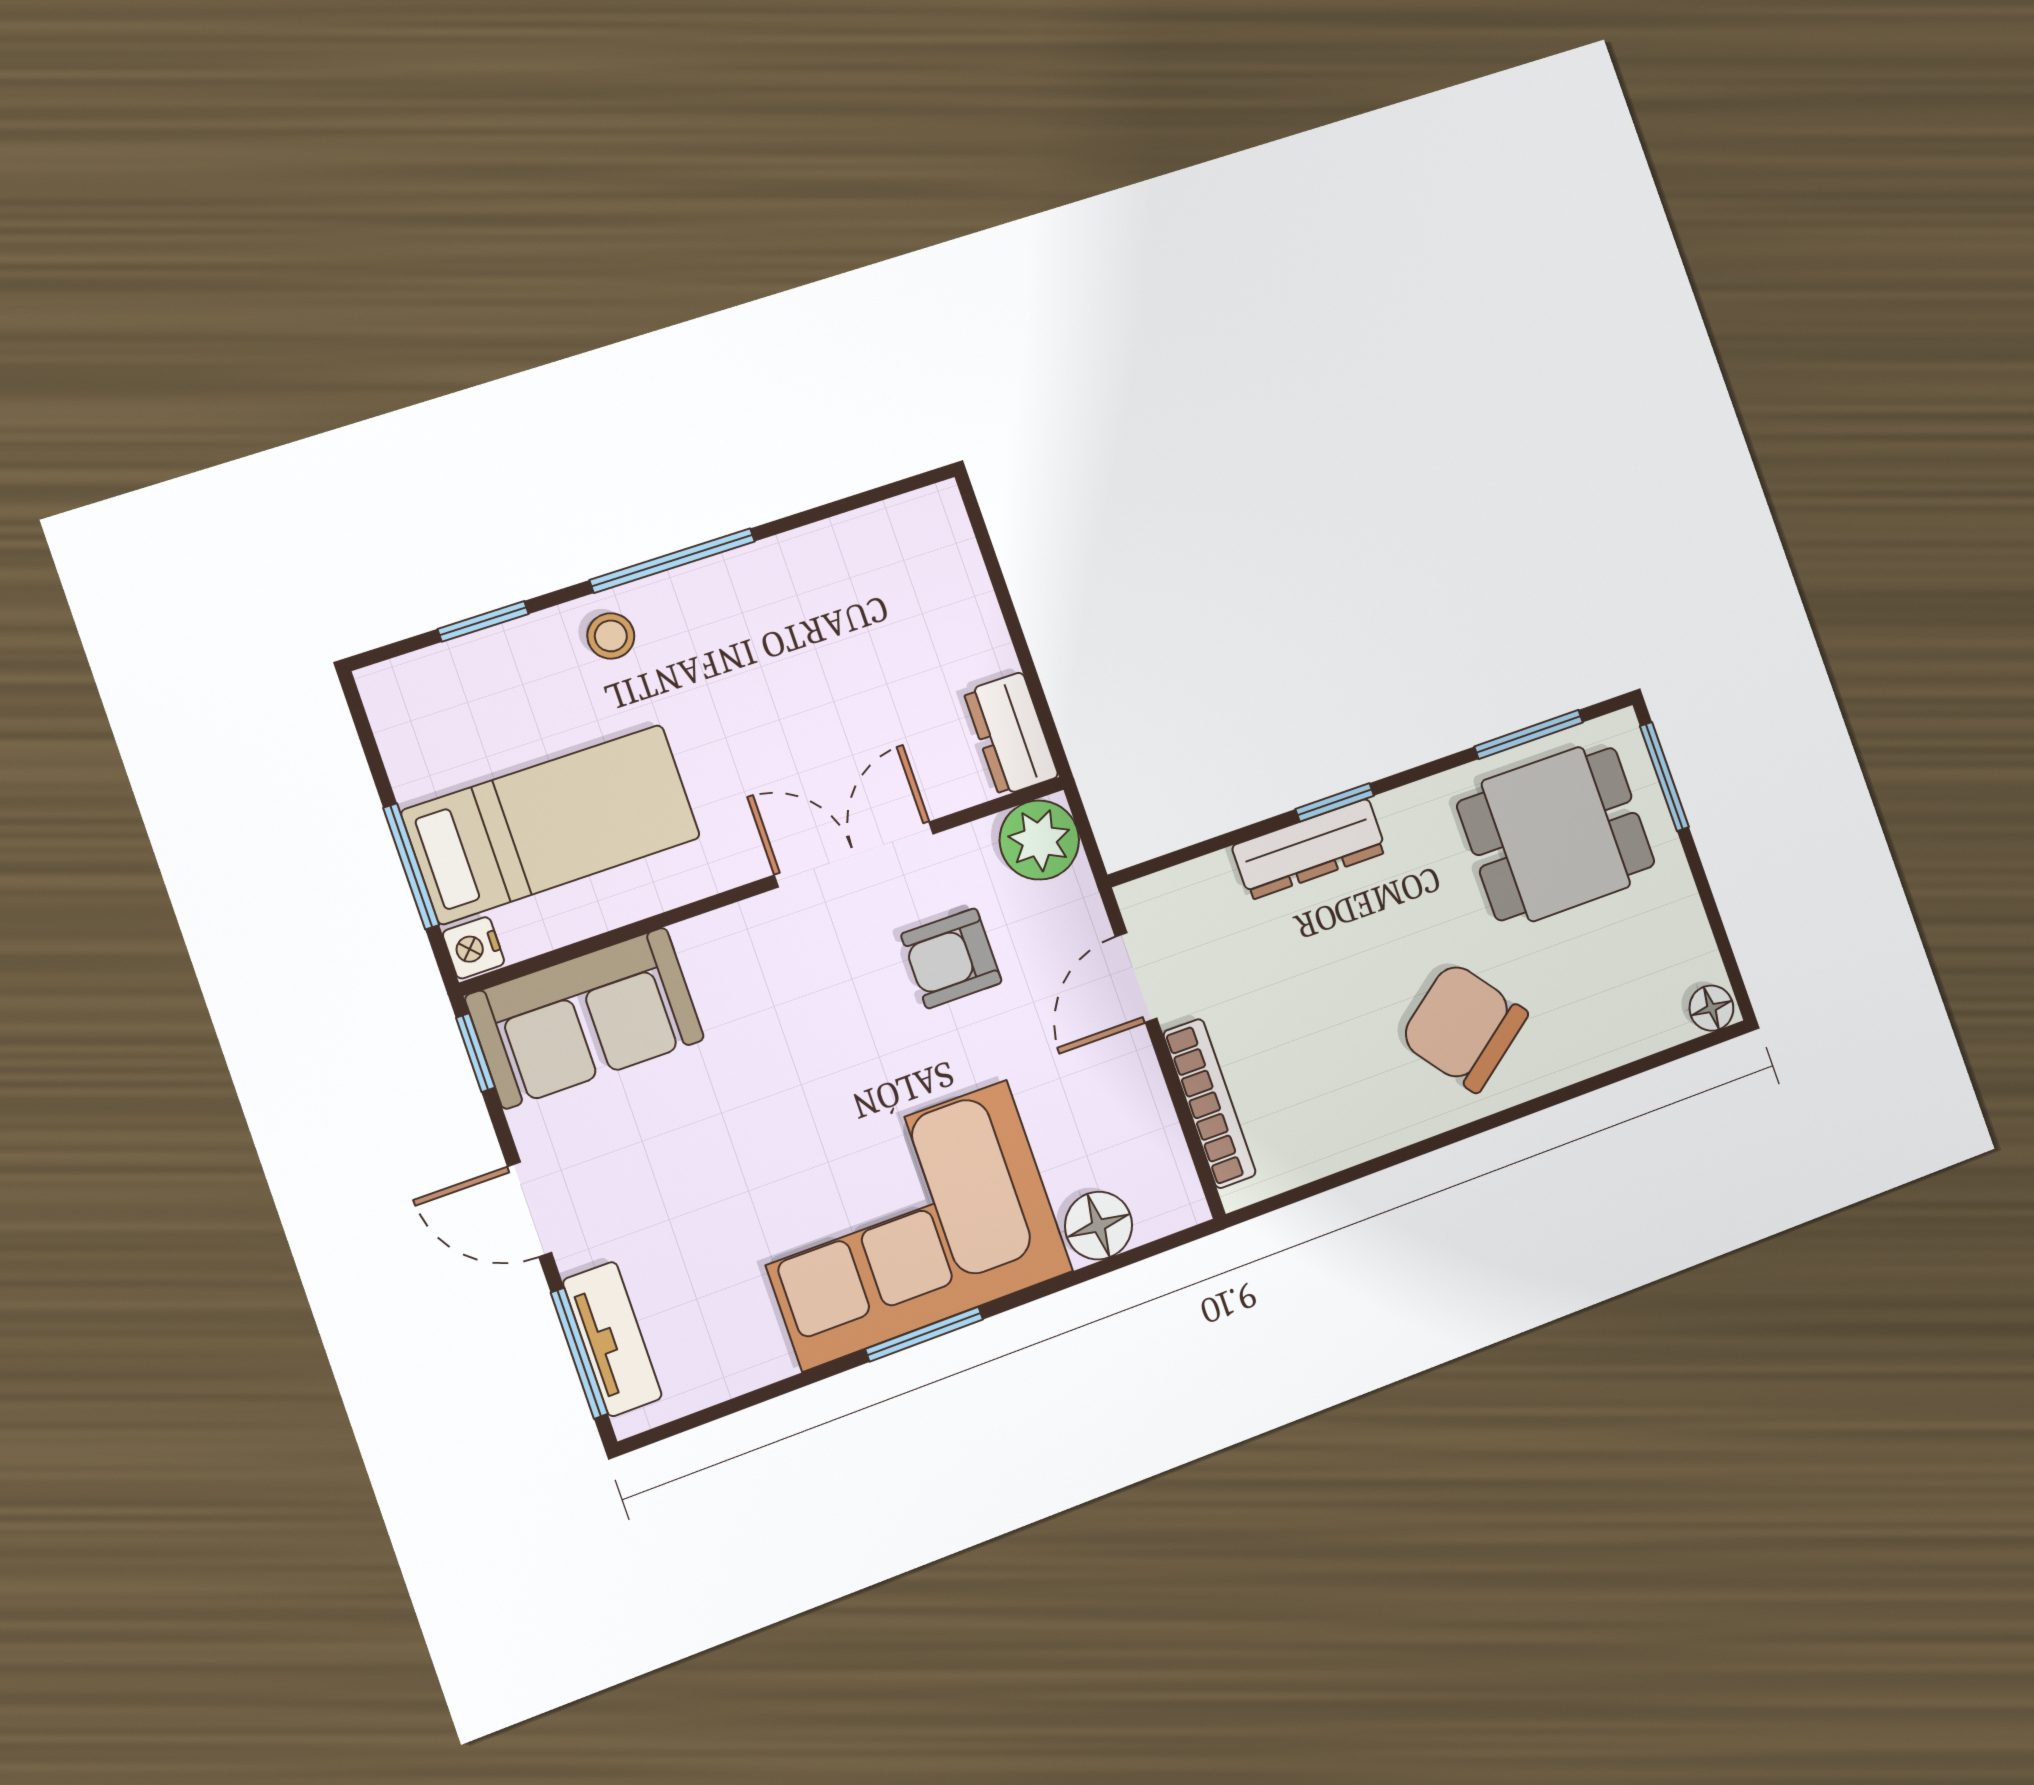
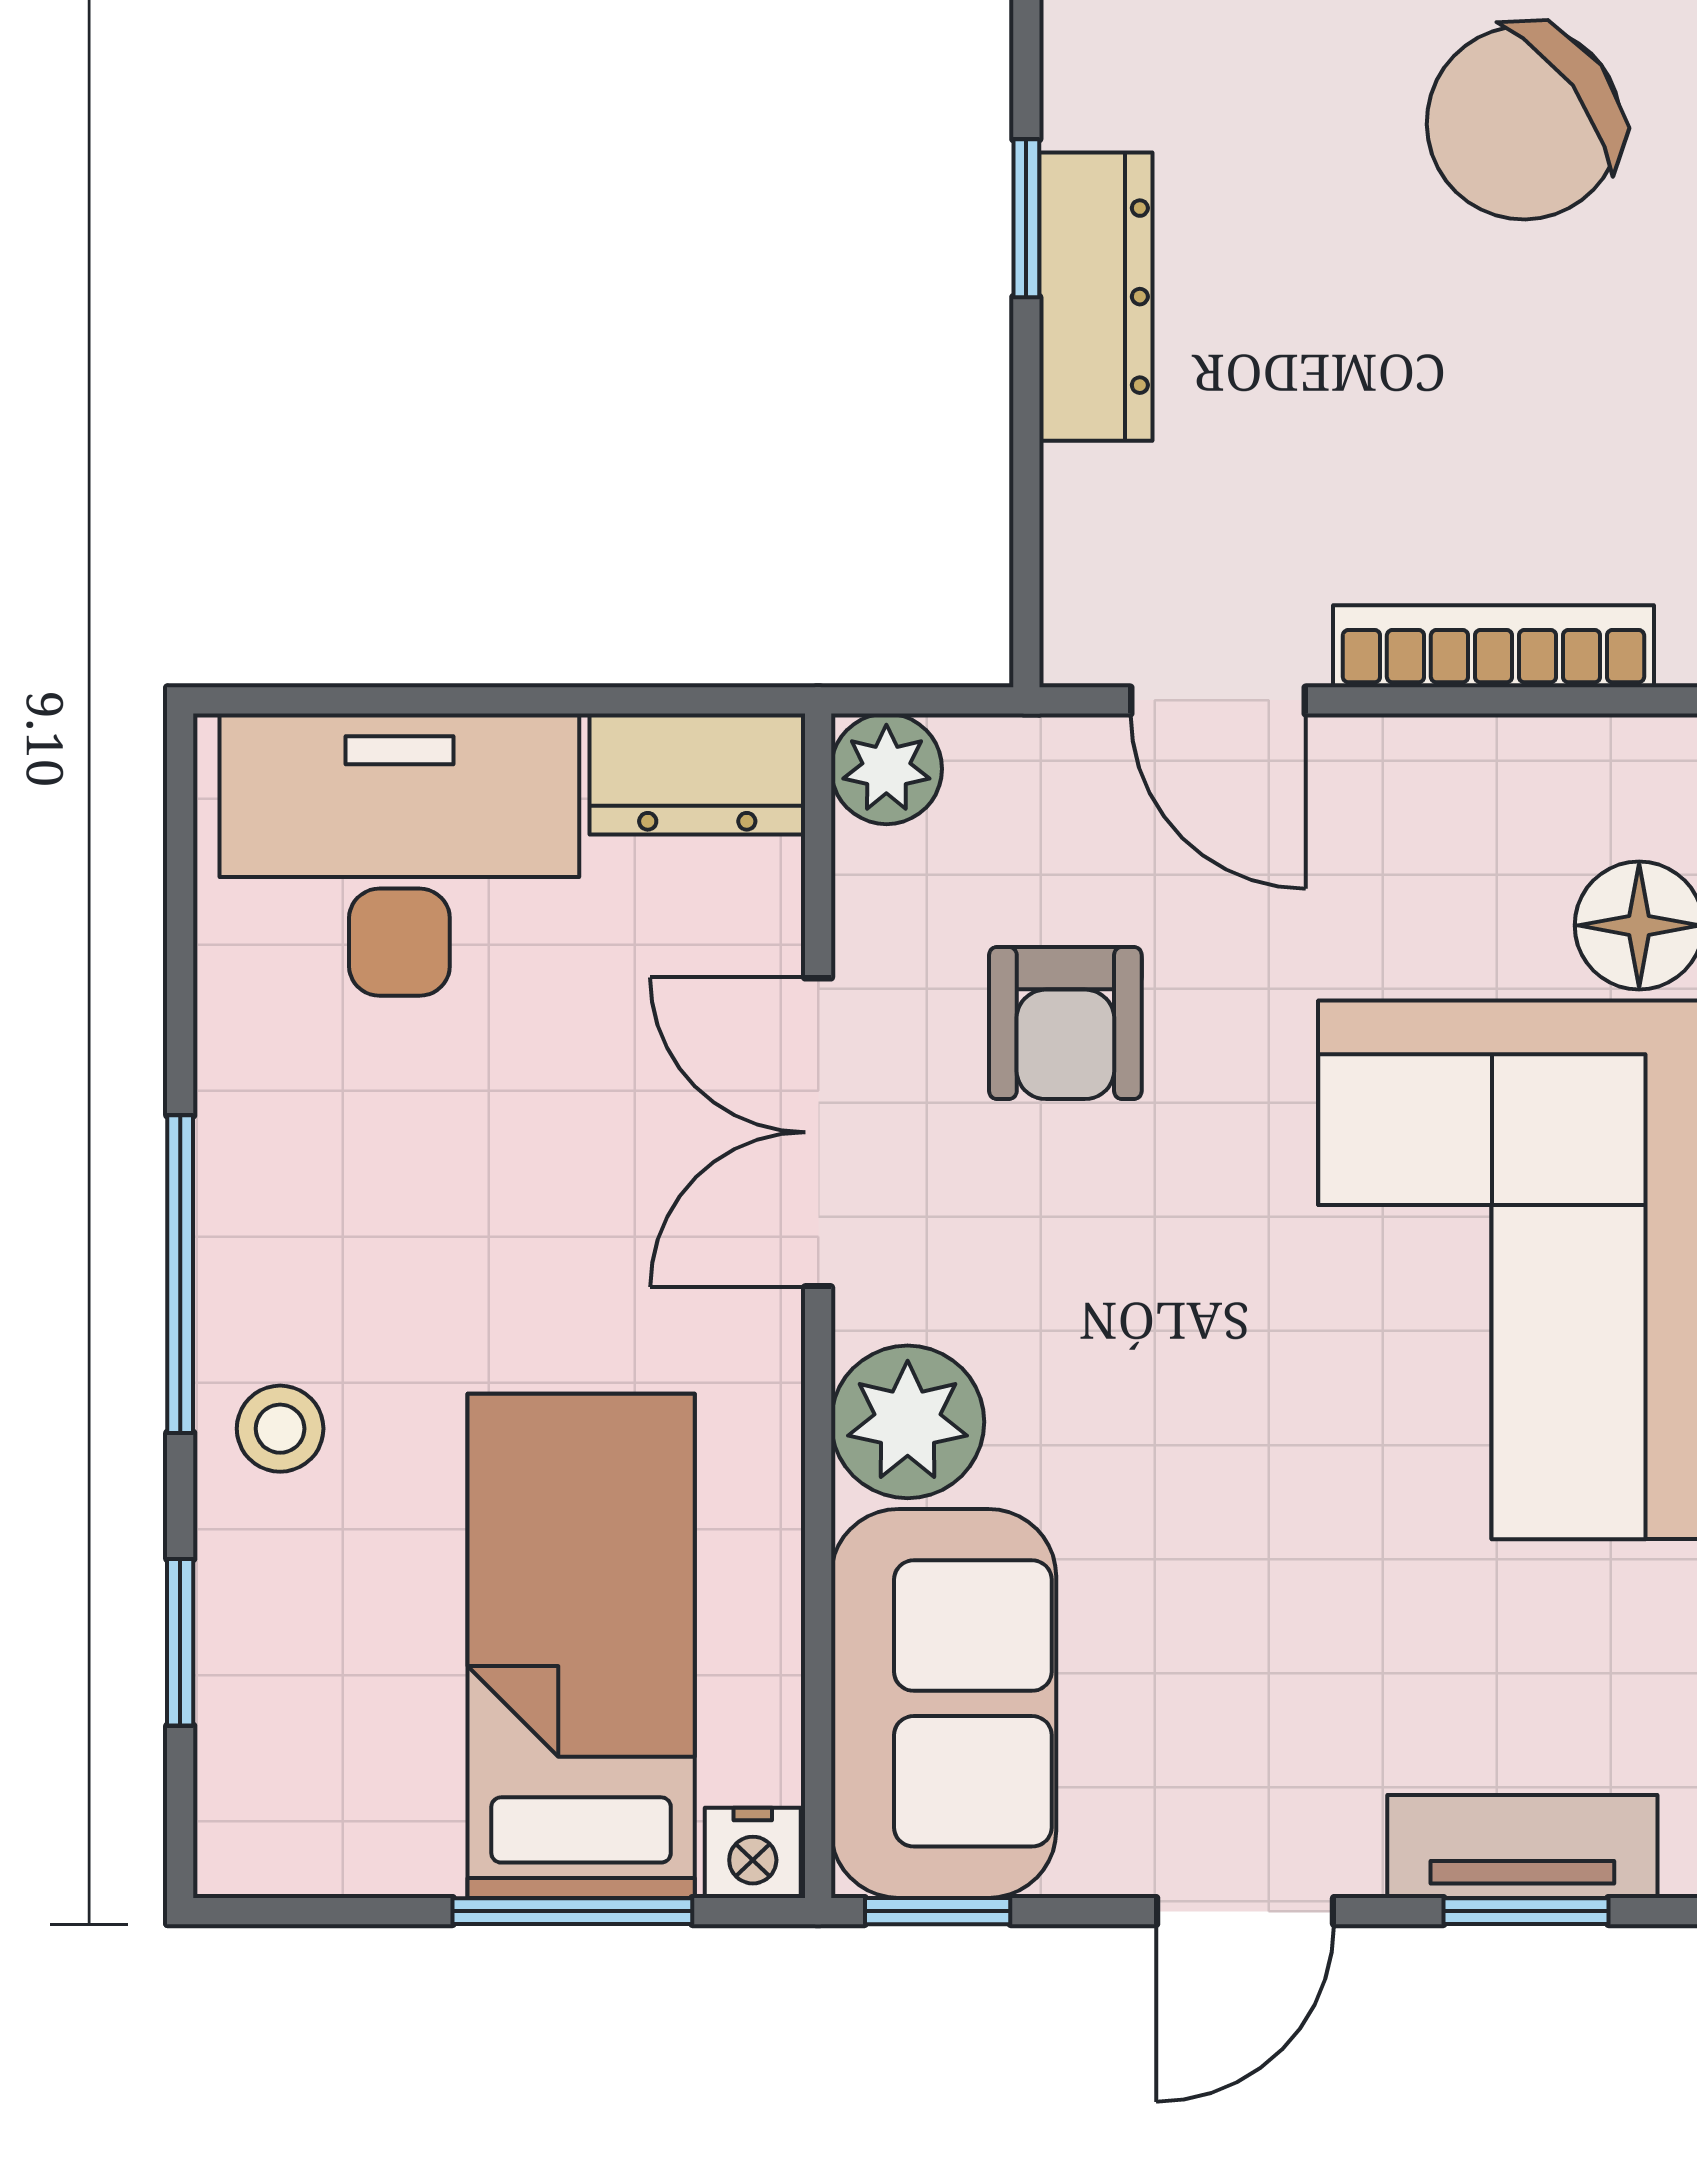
desk: (920, 601) -> (399, 855), added
plant: (1039, 840) -> (886, 769), width x0.73, depth x0.73
plant: (723, 950) -> (908, 1422), added
window: (579, 1353) -> (1526, 1911), width x0.67

